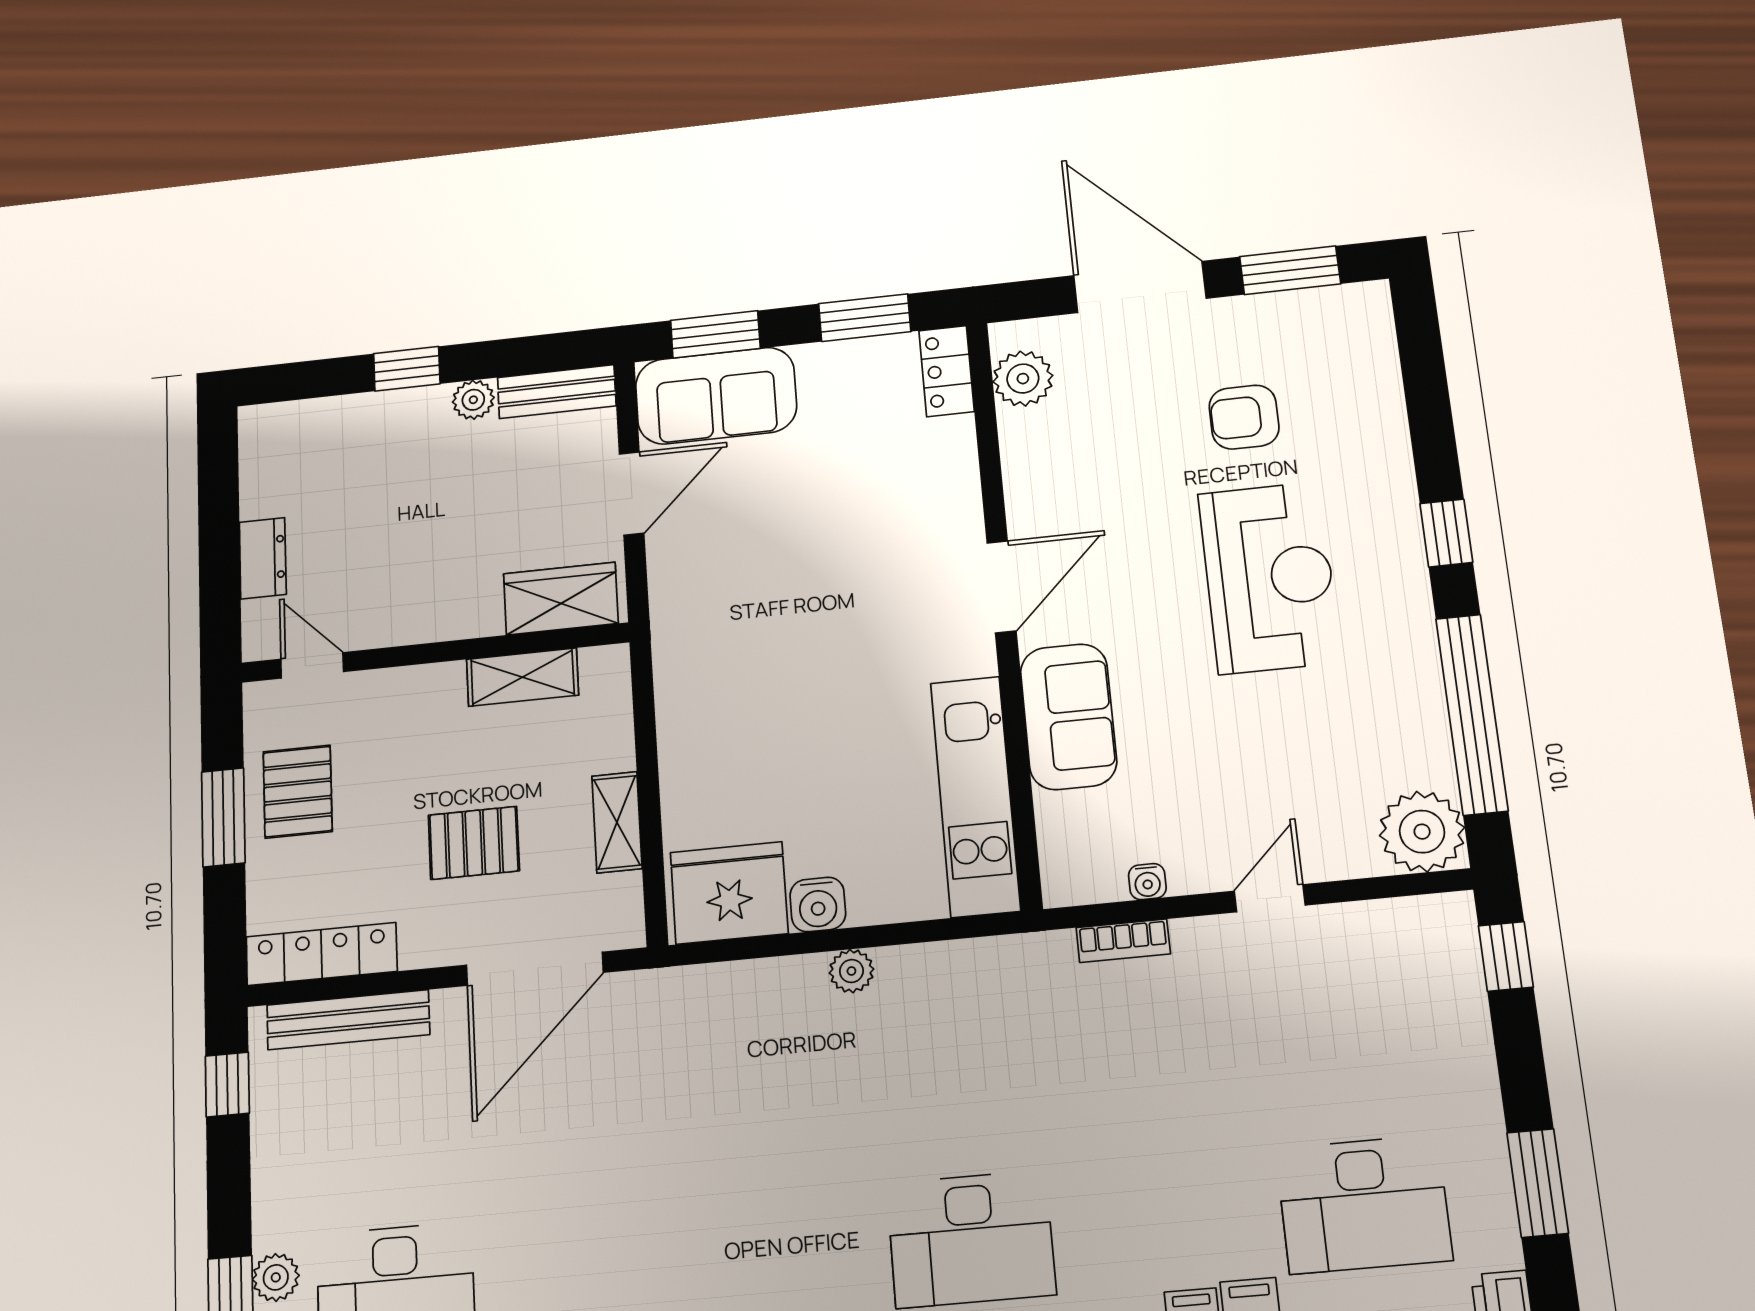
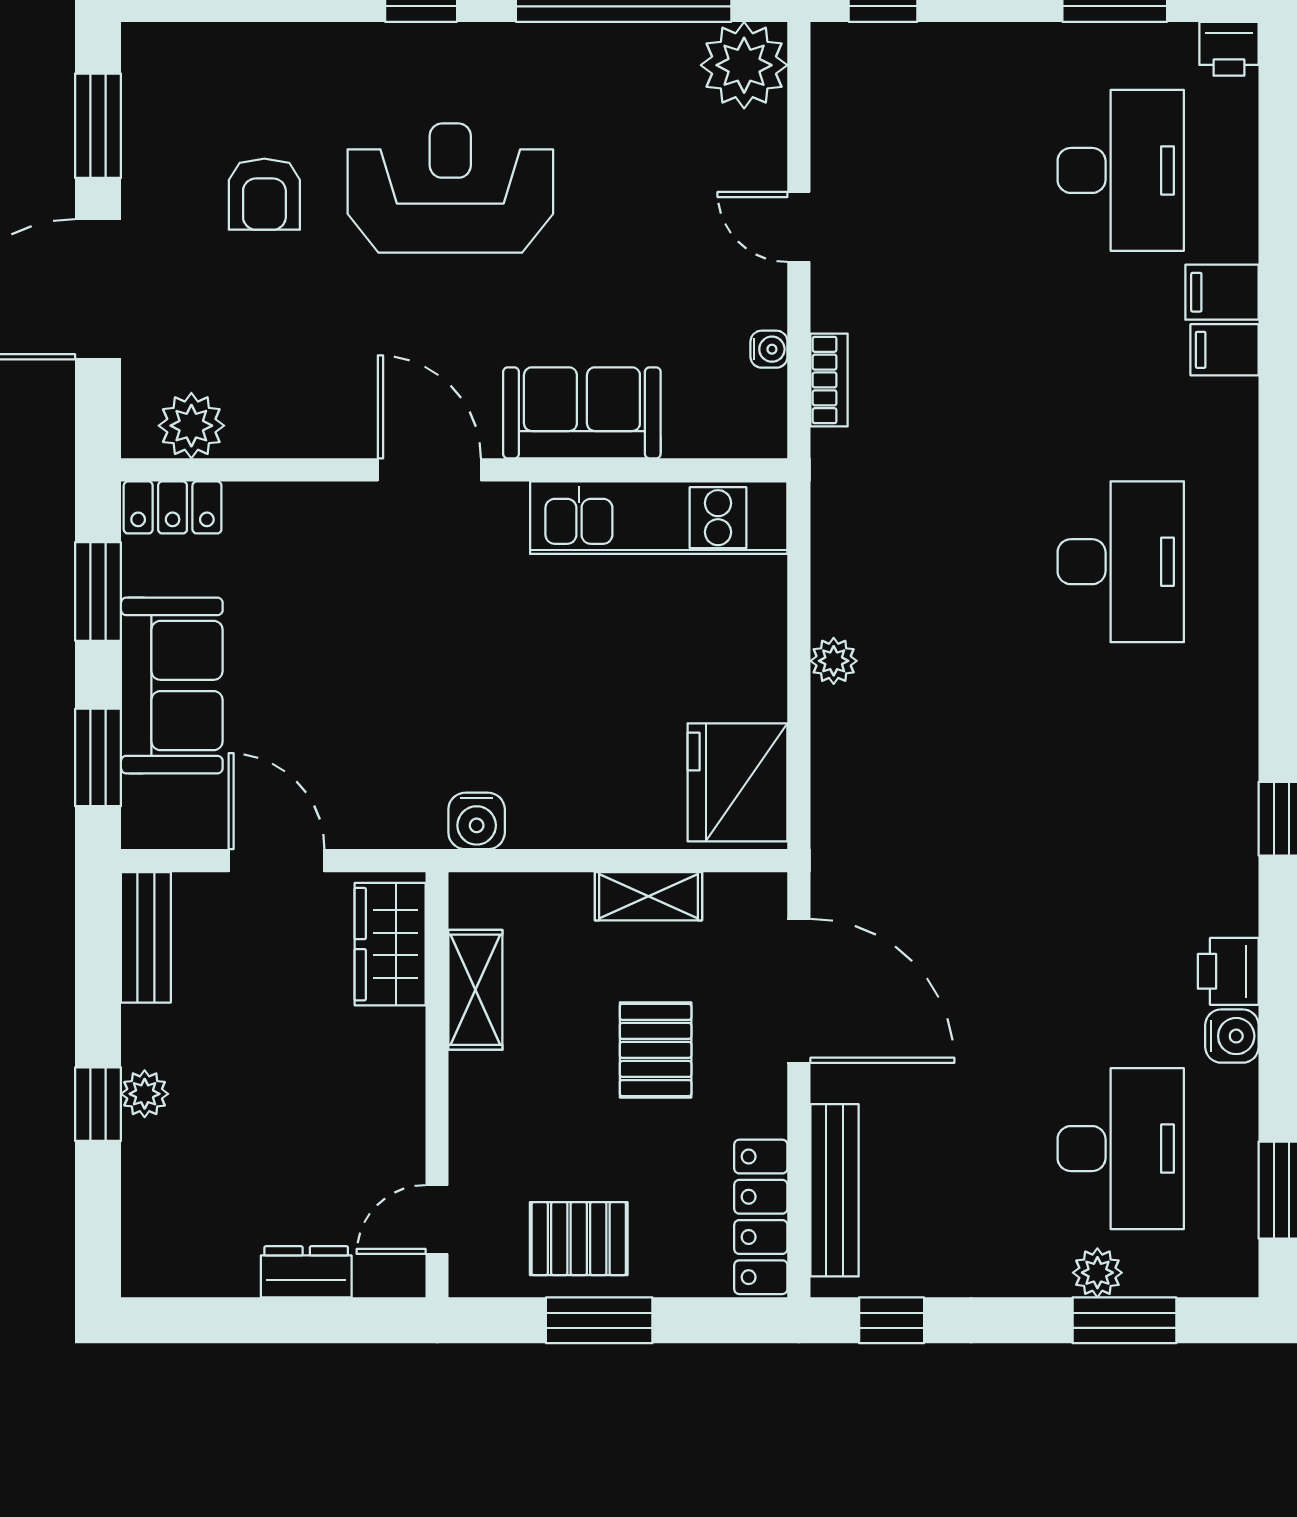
sofa: (716, 396) -> (172, 685), moved
plant: (473, 400) -> (145, 1094), moved
water cooler: (818, 904) -> (477, 821), moved, turned 90

